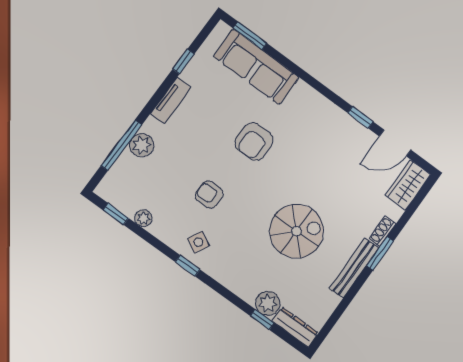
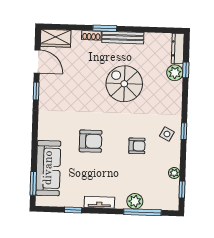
armchair: (209, 195) -> (137, 146), turned -90

